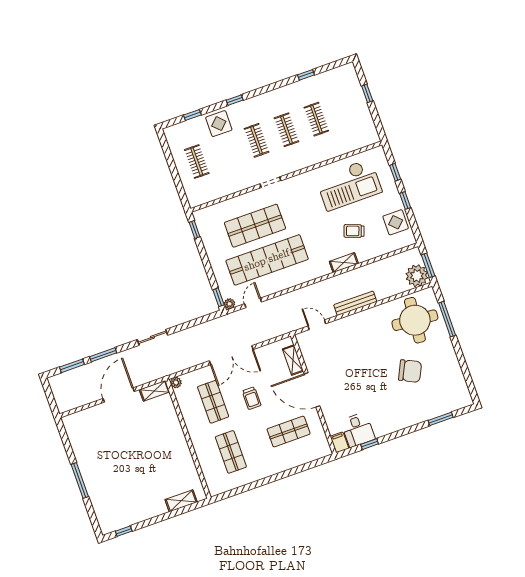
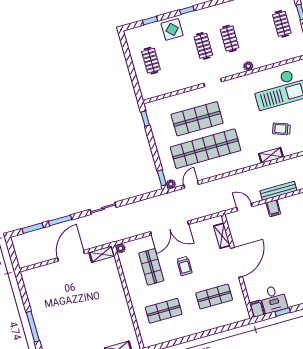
clothes rail: (316, 119) -> (282, 24), moved
plant: (311, 160) -> (248, 66), added
filing cabinet: (351, 324) -> (273, 208), added
door: (312, 390) -> (236, 262), swing flipped
shop shelf: (231, 452) -> (164, 311), turned 90

